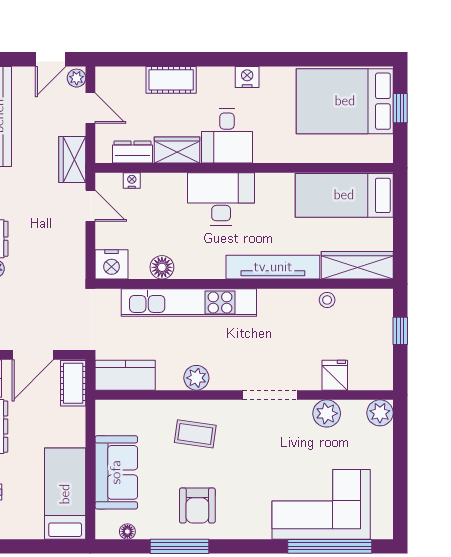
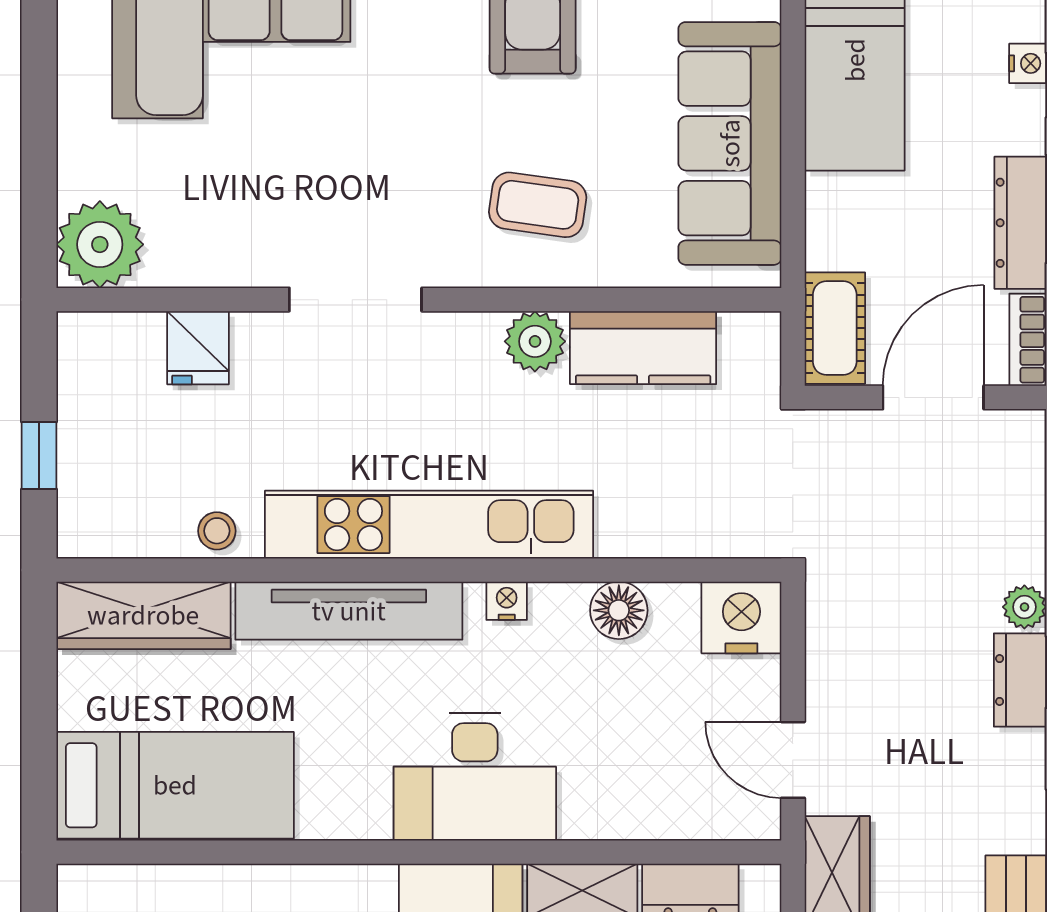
nightstand: (132, 181) -> (507, 601), moved, turned 180
kitchen unit: (189, 303) -> (429, 525), moved
kitchen counter: (125, 375) -> (643, 348), moved
plant: (327, 413) -> (218, 255), removed
plant: (380, 413) -> (100, 244), width x1.36, depth x1.36
sofa: (116, 472) -> (730, 143), width x1.36

